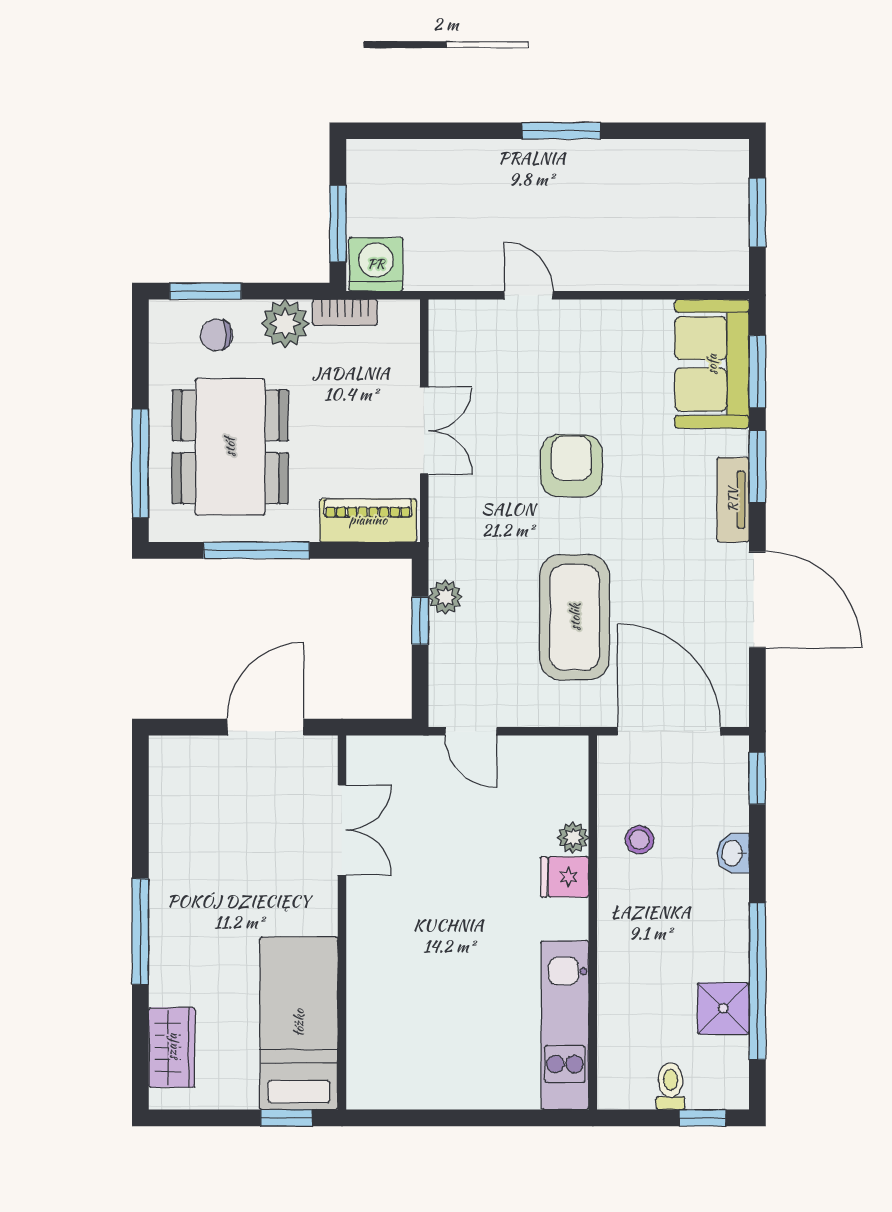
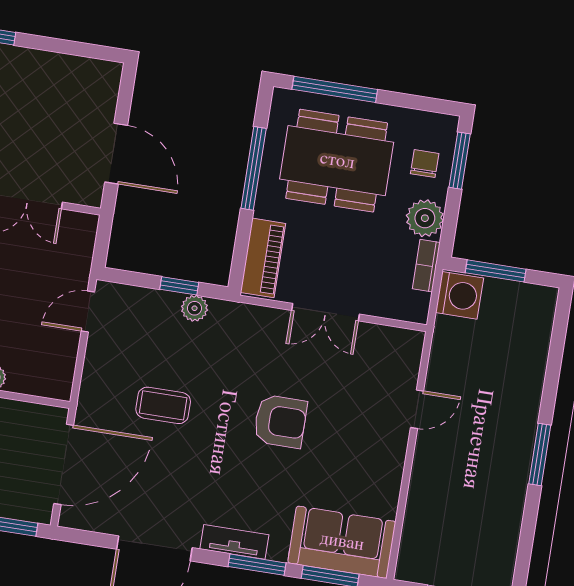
coffee table: (575, 617) -> (163, 405), width x0.54, depth x0.58

